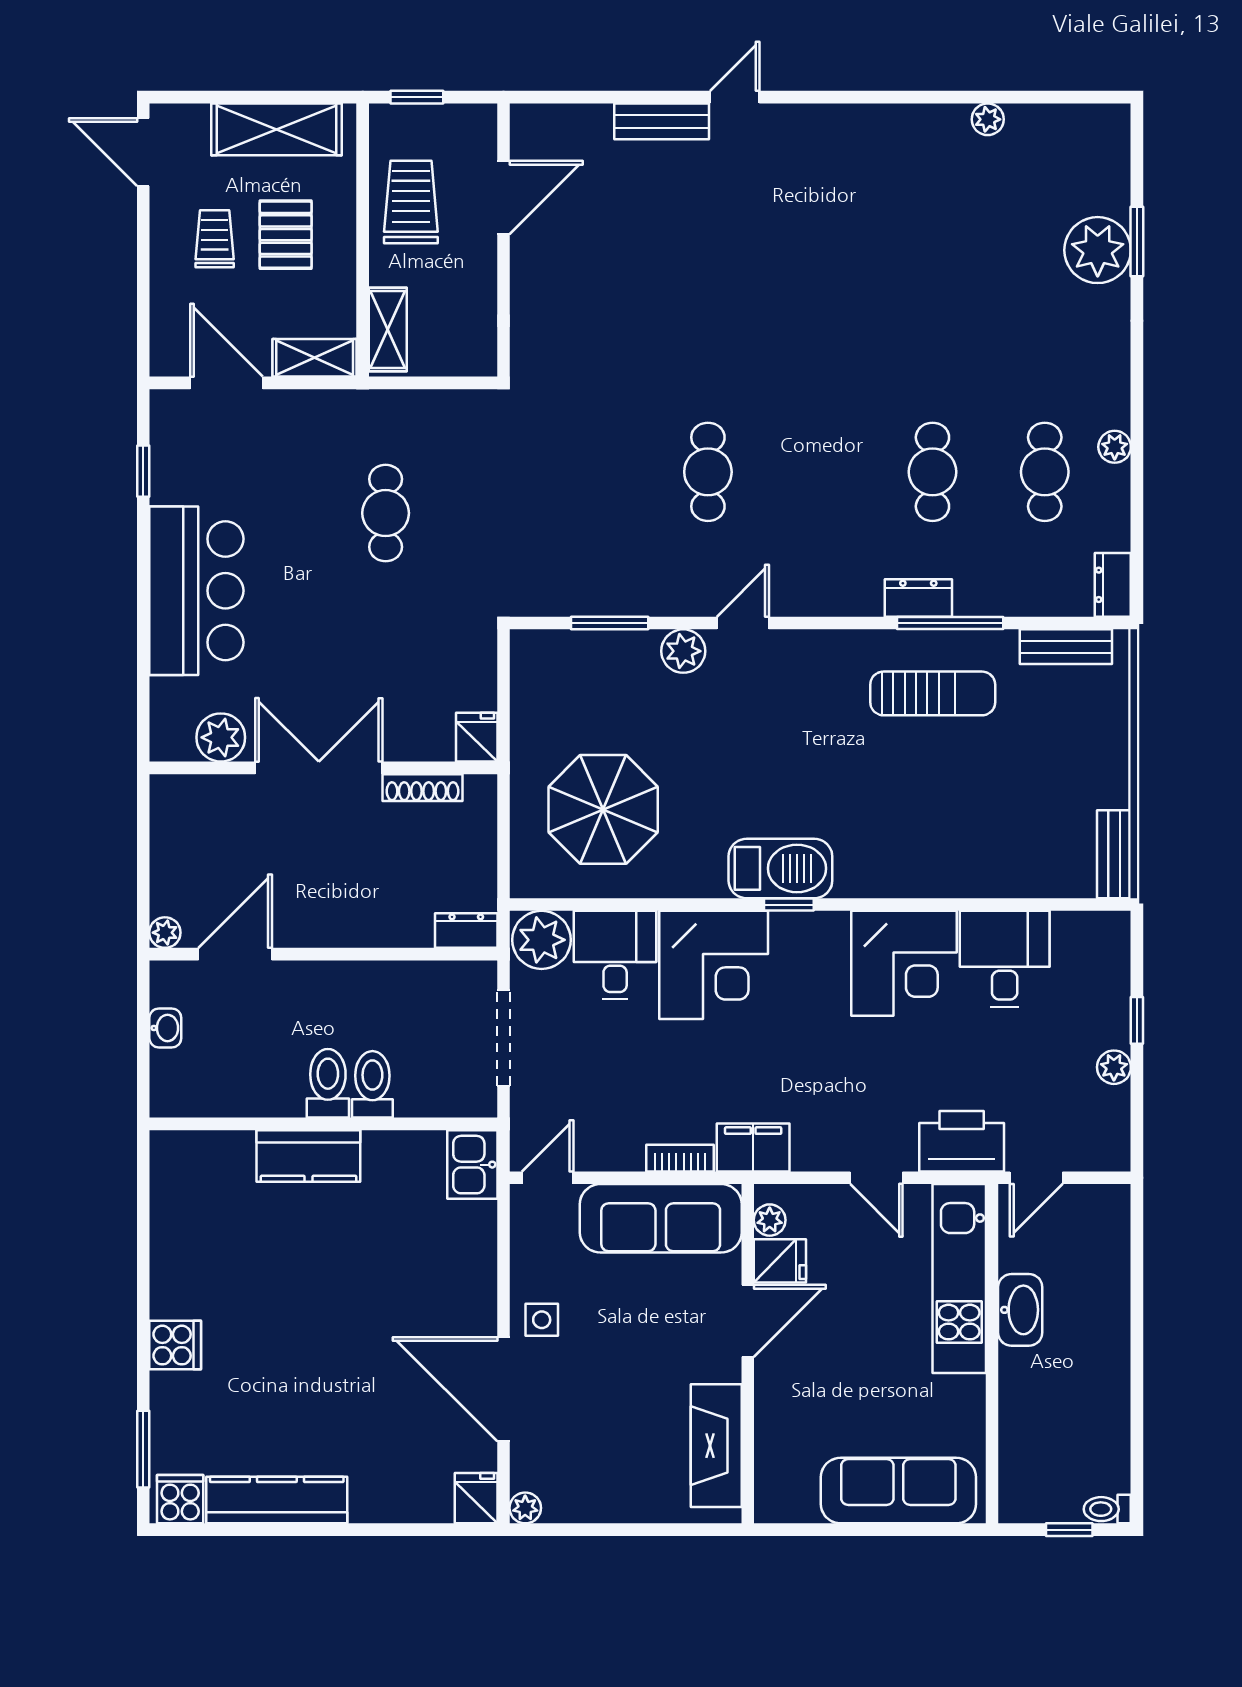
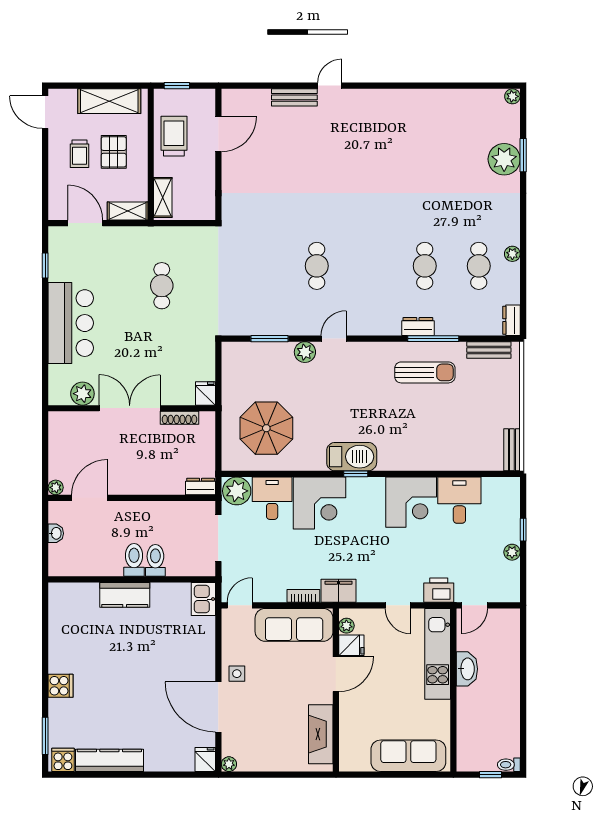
plant: (988, 119) -> (512, 96), moved
trolley: (215, 239) -> (80, 154), turned 180
printer: (962, 1141) -> (439, 590), width x0.73, depth x0.84

